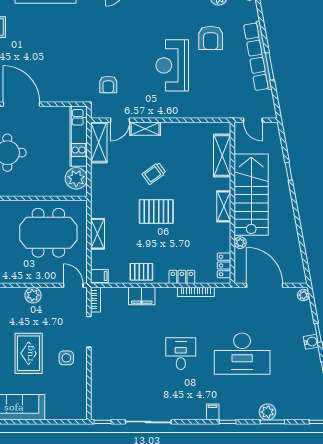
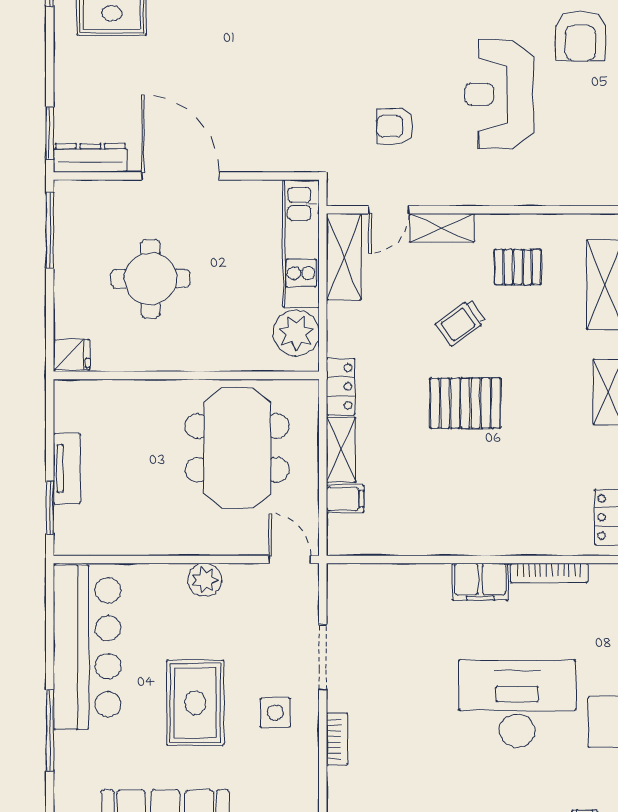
armchair: (108, 84) -> (395, 126), moved, turned 90
meeting table: (48, 233) -> (237, 448), turned 90
pallet: (141, 272) -> (518, 267), moved
filing cabinet: (99, 276) -> (345, 499), moved
locker: (182, 277) -> (341, 387), moved, turned 90
filing cabinet: (142, 296) -> (480, 582), moved
bookcase: (96, 300) -> (337, 739), moved
desk: (181, 354) -> (517, 704), width x1.87, depth x1.30

